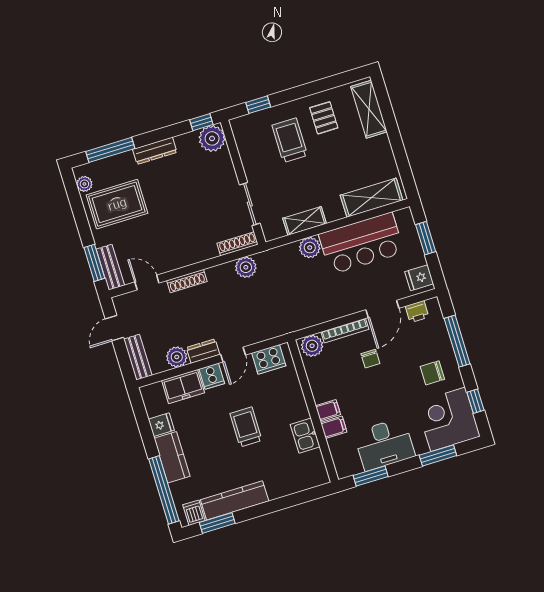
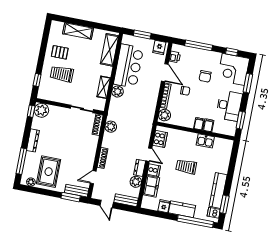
shelving: (369, 109) -> (78, 31), moved
chair: (432, 373) -> (205, 76), moved

